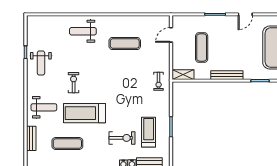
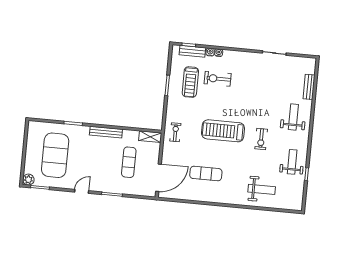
weight bench: (83, 31) -> (262, 189), moved
door: (171, 35) -> (159, 178), width x1.87
weight bench: (44, 107) -> (293, 117), turned 90
treadmill: (85, 113) -> (223, 131), moved, turned 180
exercise mat: (67, 144) -> (273, 78), removed

